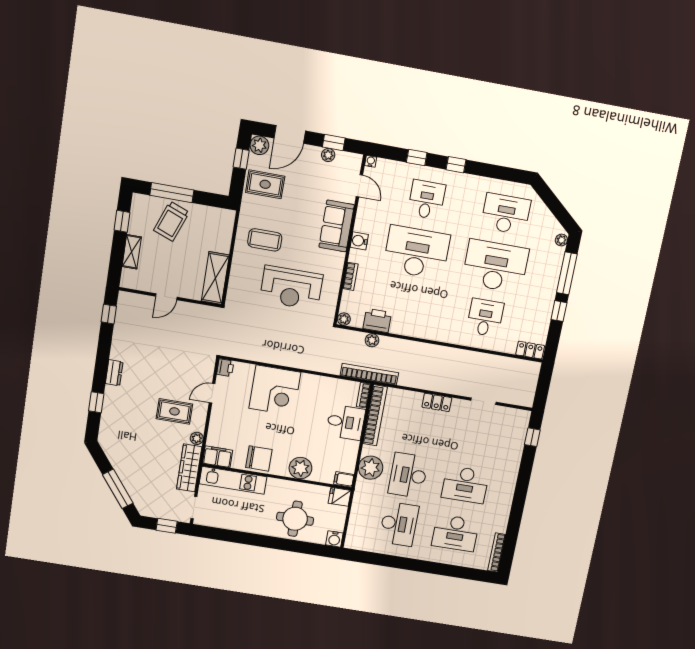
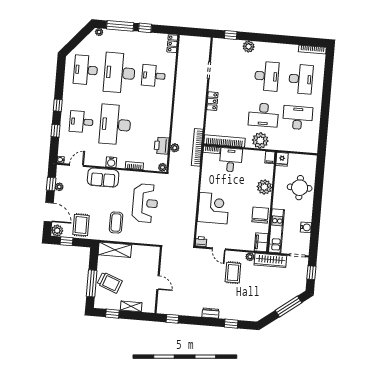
shelving: (215, 278) -> (115, 250), moved
plant: (512, 462) -> (249, 47), added
water cooler: (334, 539) -> (306, 227), moved

